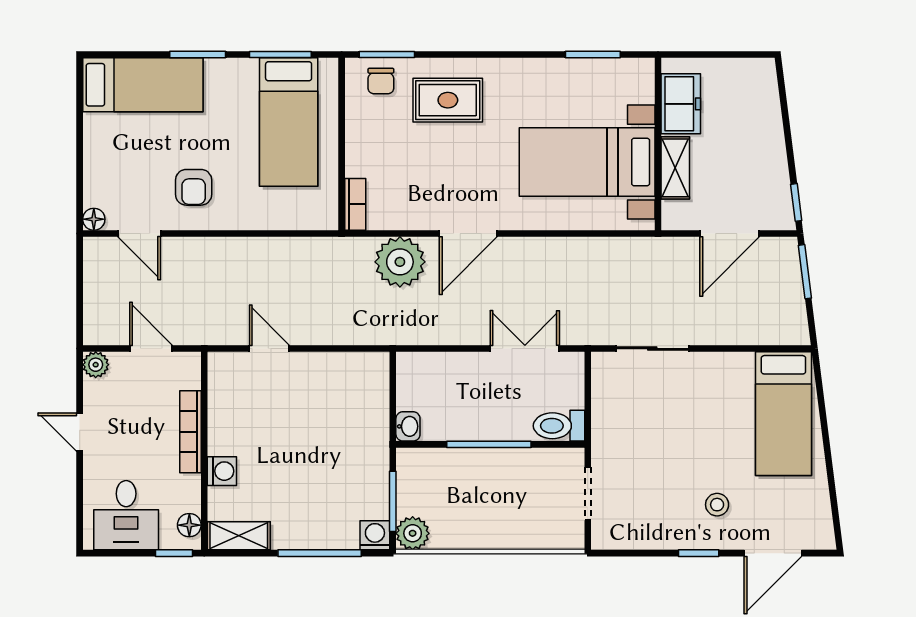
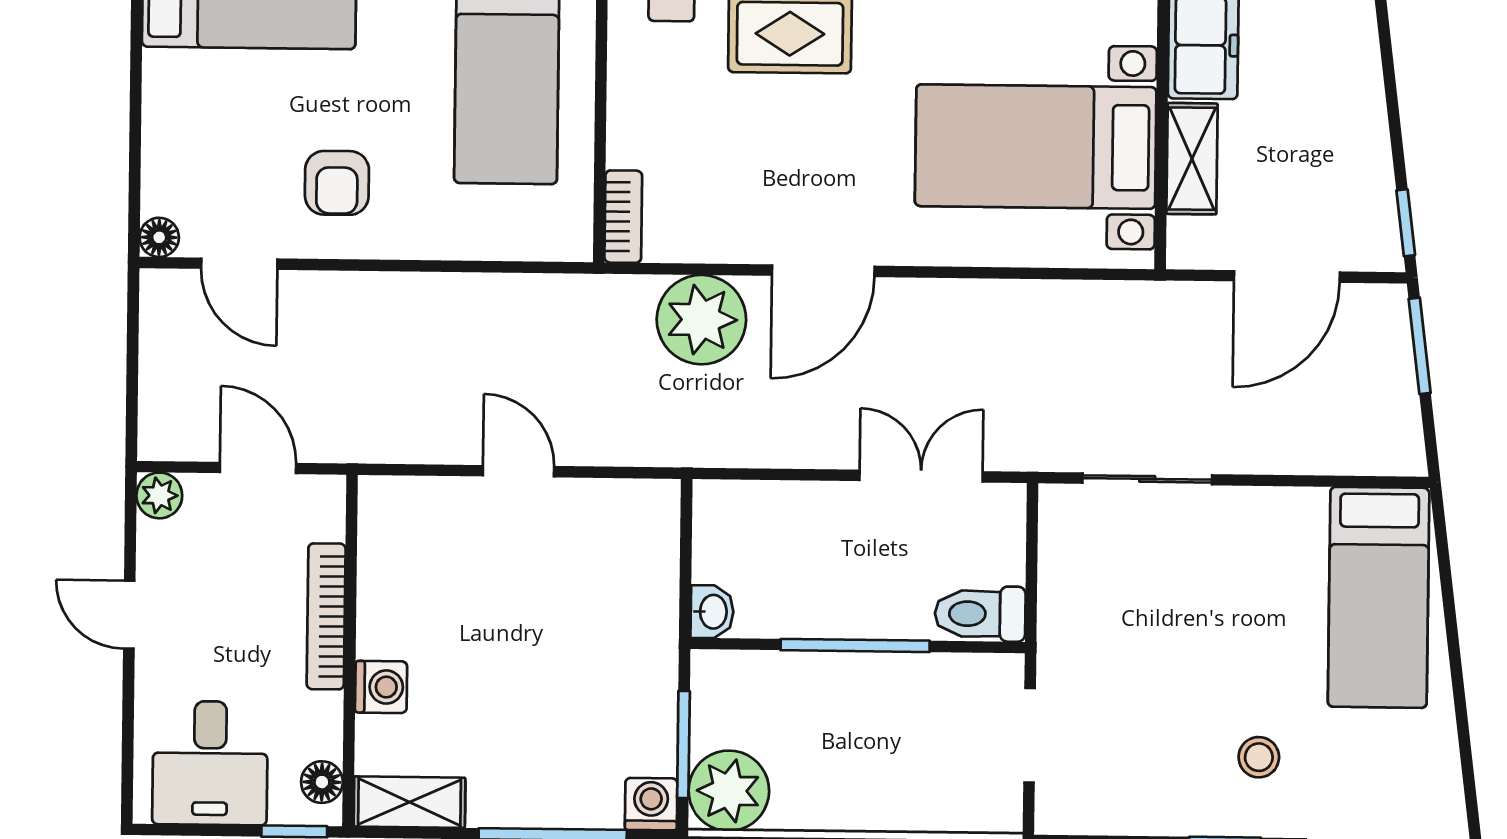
door: (269, 349) -> (518, 471), moved
plant: (413, 533) -> (729, 791), width x1.36, depth x1.36

